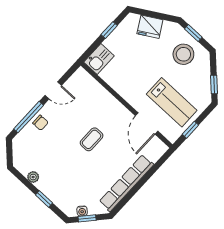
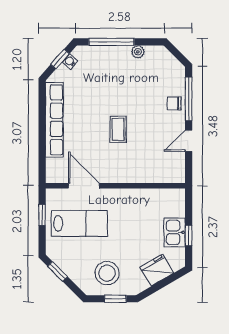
kitchen sink: (99, 59) -> (175, 232), moved
lab bench: (172, 102) -> (79, 223), turned 180
window: (44, 199) -> (112, 42), width x2.17

